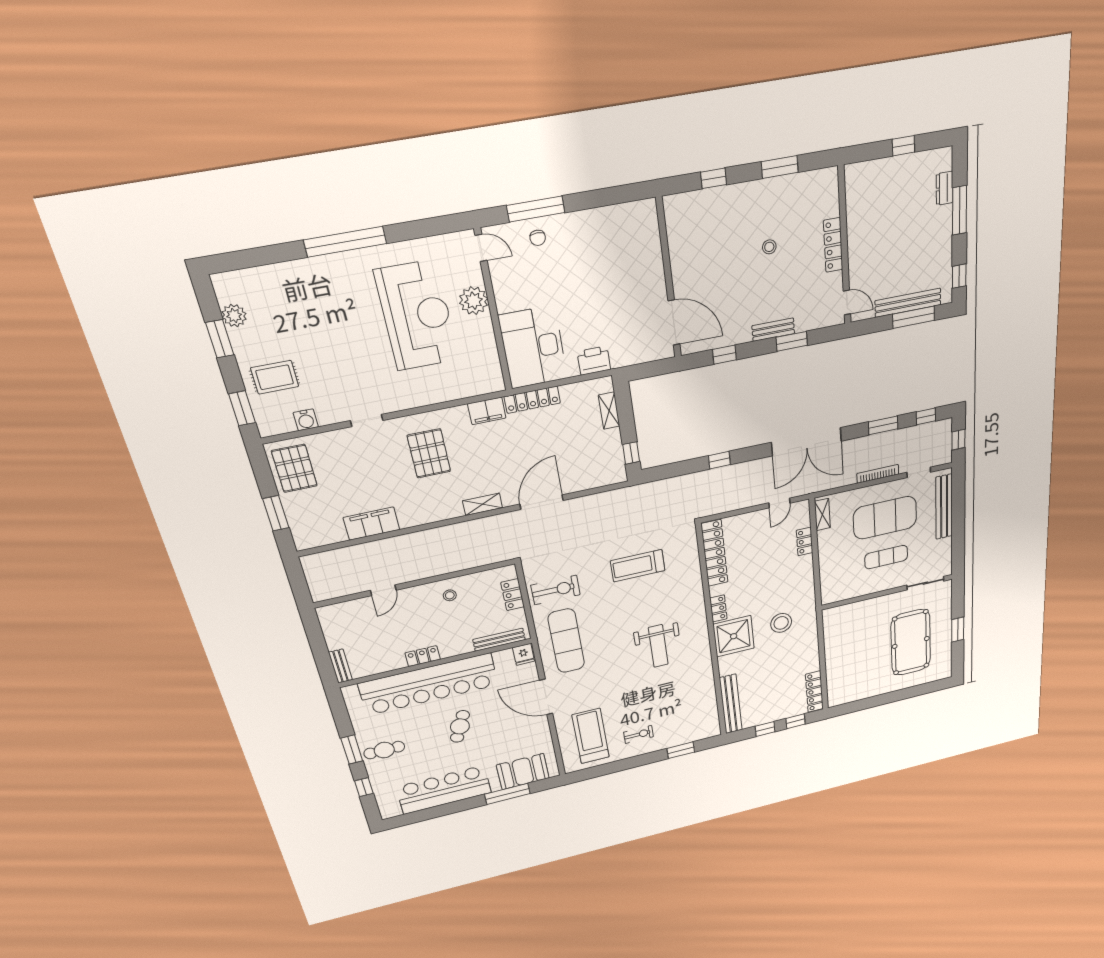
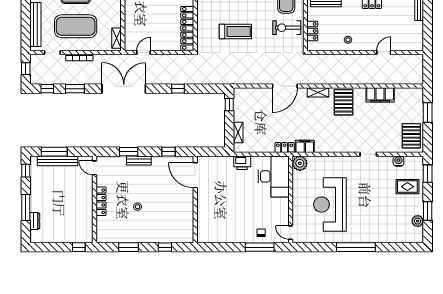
window: (903, 146) -> (79, 247), moved
plant: (474, 301) -> (300, 163), moved
locker: (532, 400) -> (285, 148), width x0.66
pallet: (429, 453) -> (344, 102), moved
locker: (805, 541) -> (129, 22), removed

